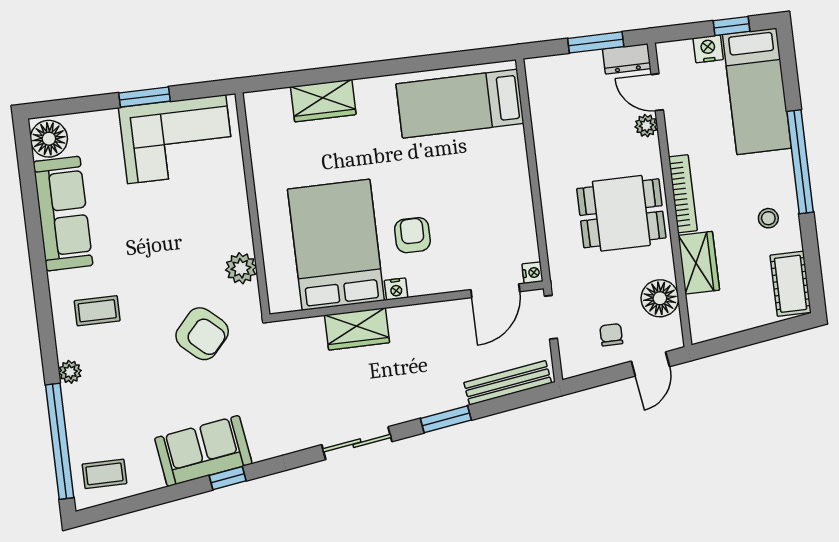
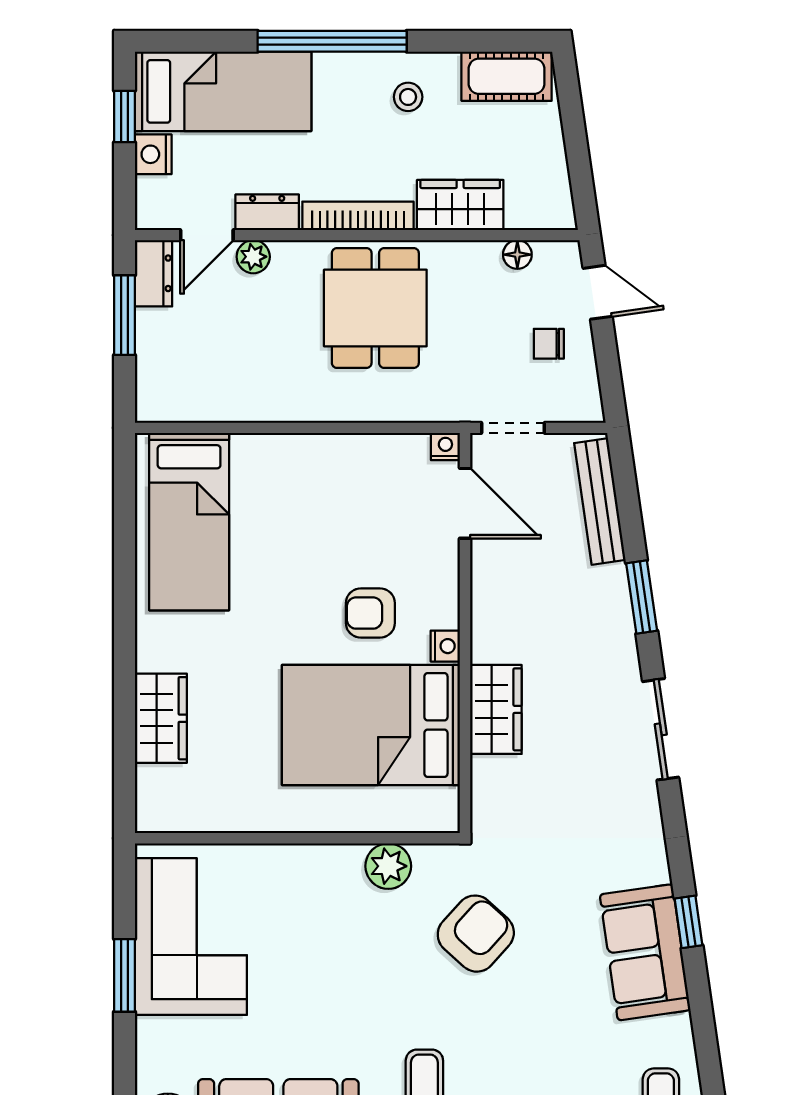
dresser: (678, 131) -> (267, 212), added
floor lamp: (660, 298) -> (517, 255), width x0.53, depth x0.53

